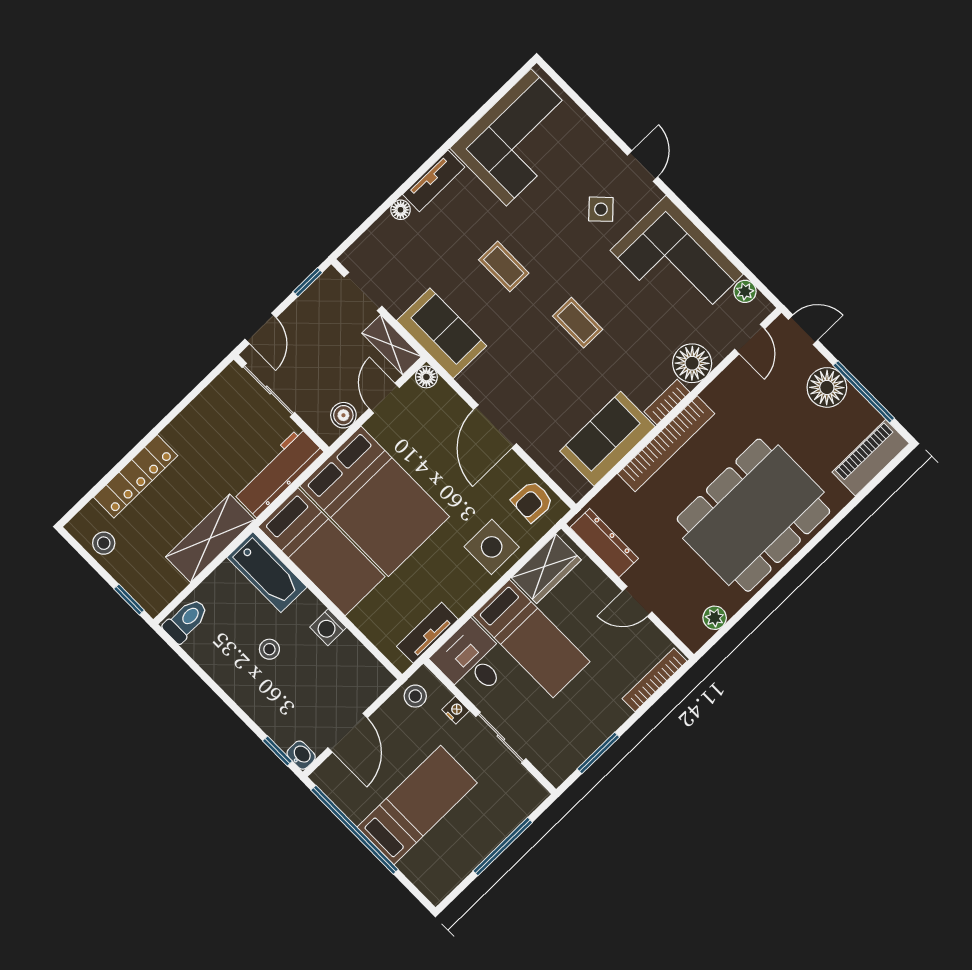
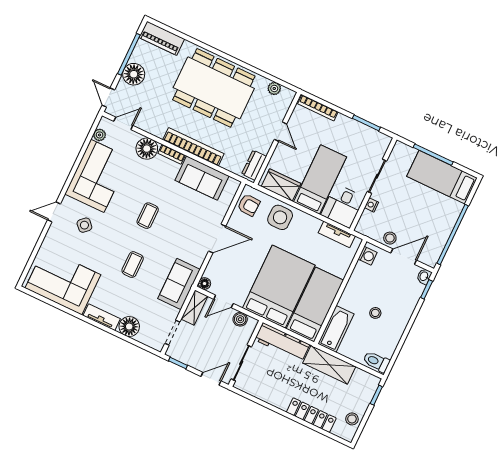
floor lamp: (400, 210) -> (129, 327), width x1.89, depth x1.89
dresser: (604, 543) -> (254, 165), width x0.70
washing machine: (328, 627) -> (368, 256), moved
stool: (415, 696) -> (390, 238), moved
bed: (417, 805) -> (442, 177), moved

